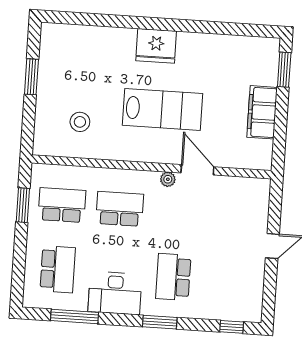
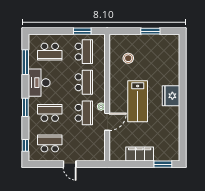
school desk: (178, 213) -> (84, 113), added
school desk: (231, 281) -> (50, 143), added

